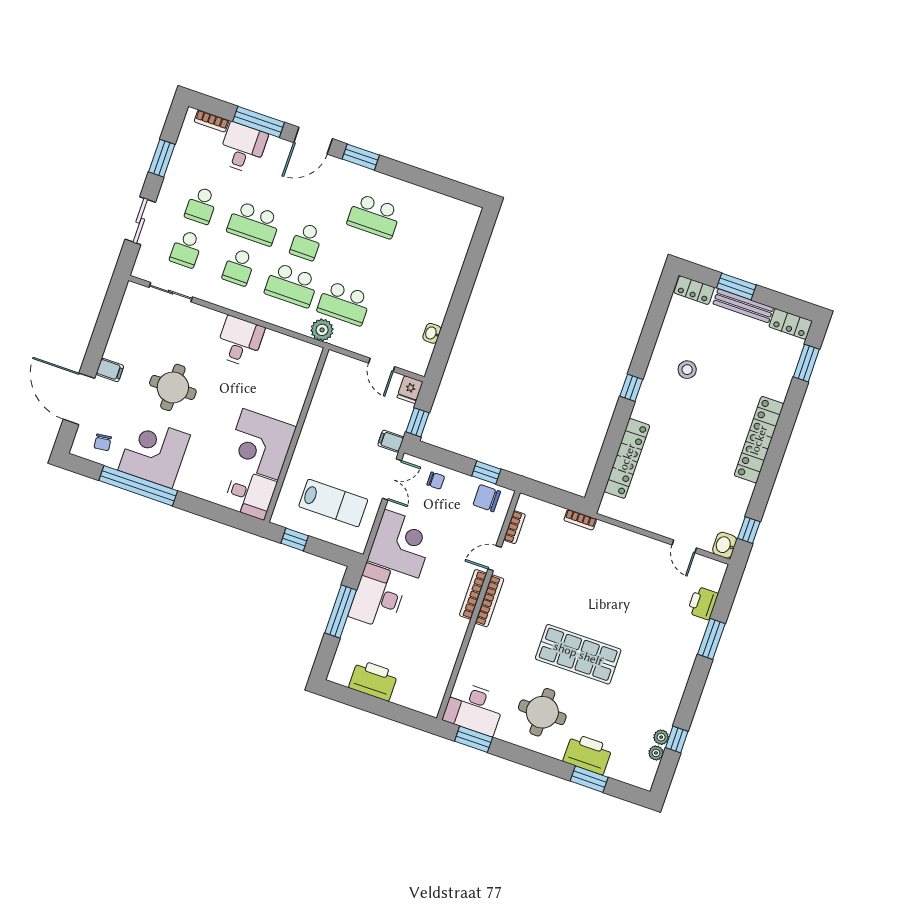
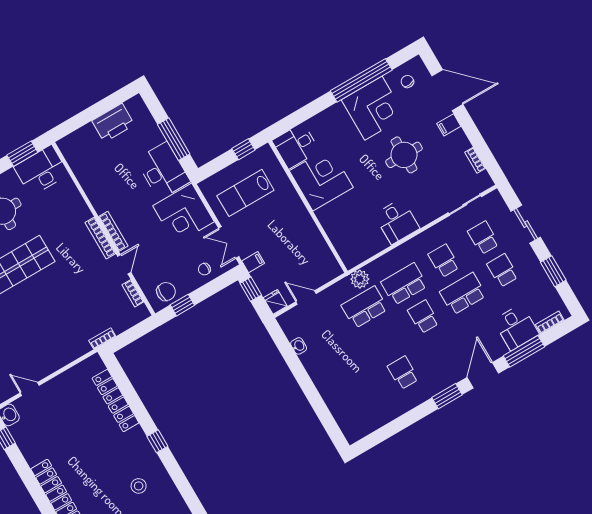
school desk: (374, 216) -> (403, 373), width x0.54
bookcase: (122, 318) -> (475, 160), added

